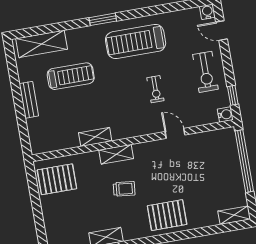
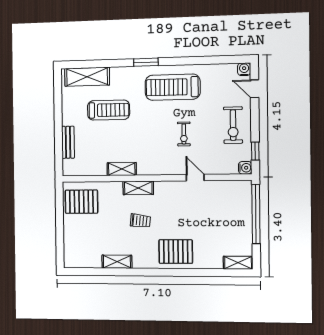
bench: (29, 100) -> (68, 142), moved

